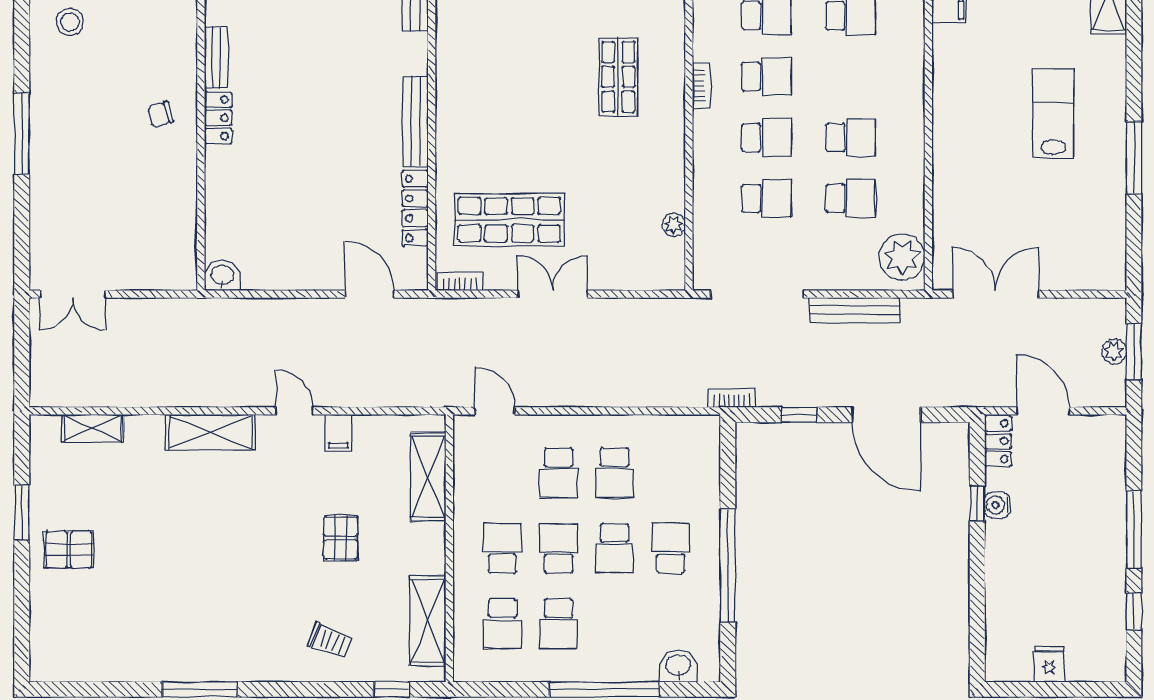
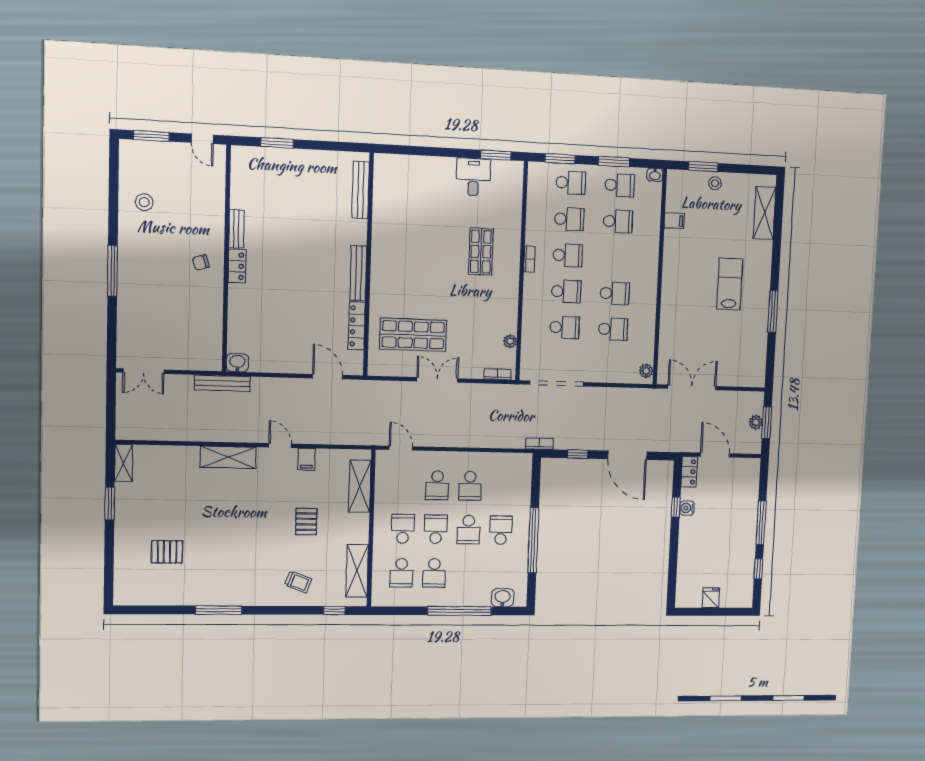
plant: (902, 257) -> (646, 371), width x0.53, depth x0.53
bookcase: (460, 281) -> (498, 374), moved
bench: (855, 310) -> (222, 383), moved
shelving: (93, 428) -> (124, 463), moved, turned 90
pallet: (69, 550) -> (167, 552), moved

